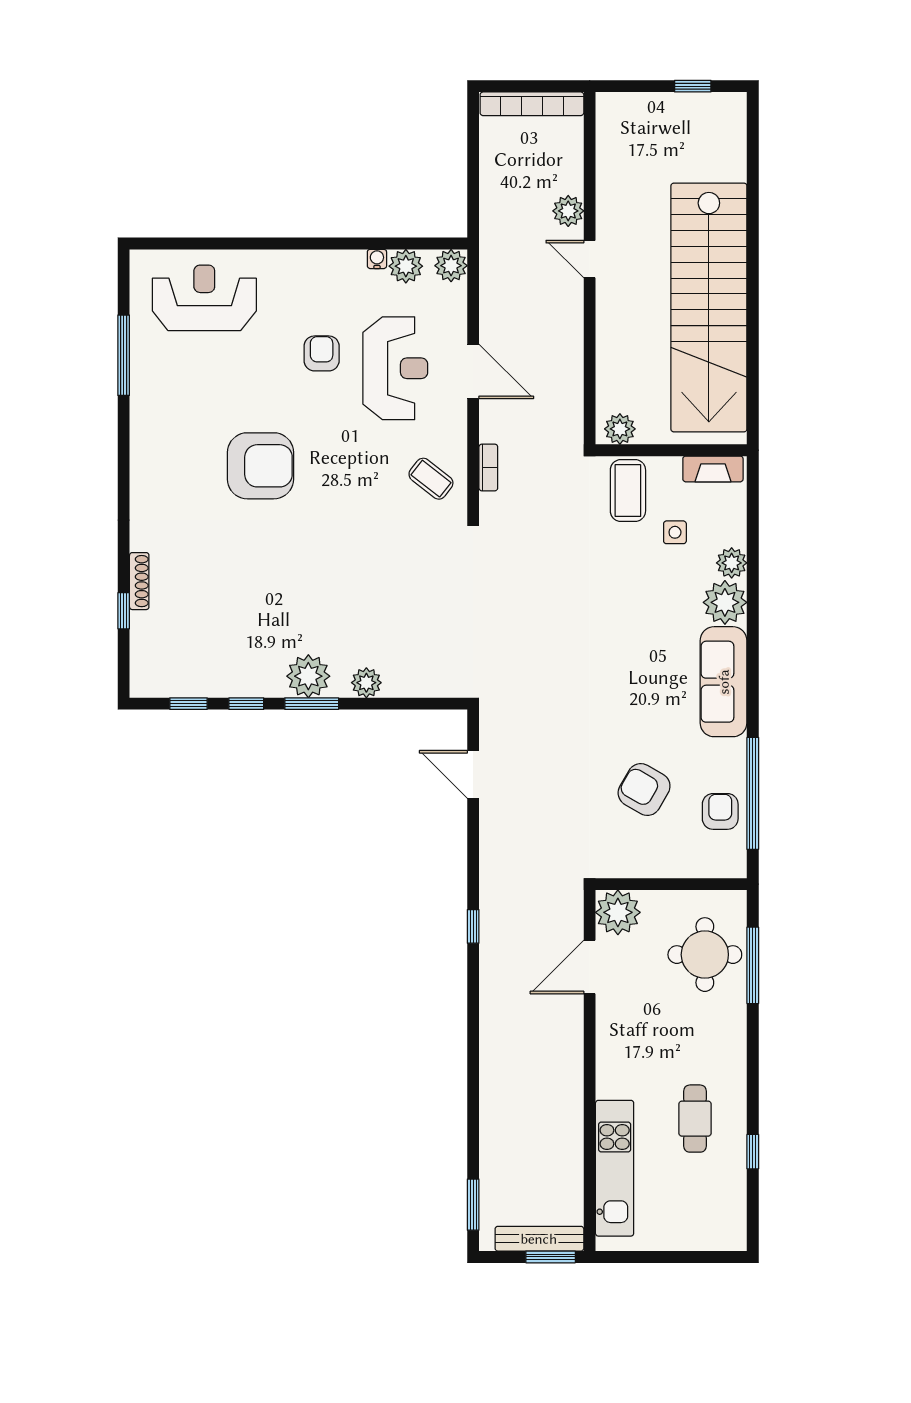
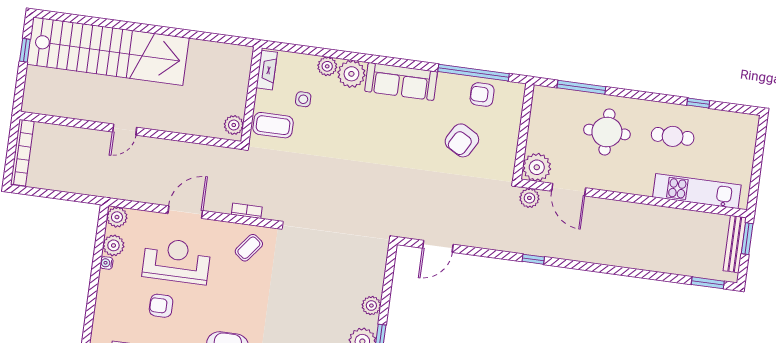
plant: (568, 211) -> (529, 198), moved
stairs: (709, 307) -> (108, 51), moved
round table: (705, 955) -> (607, 132), moved

